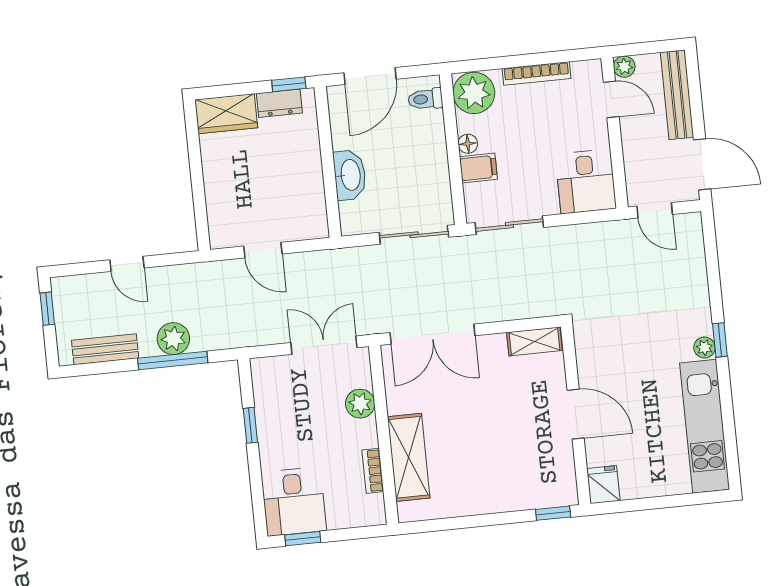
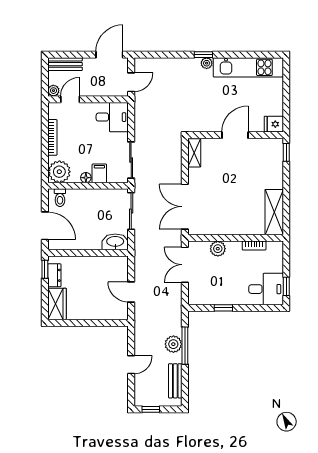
bench: (677, 95) -> (65, 64), width x0.73
washbasin: (350, 175) -> (115, 242), moved
door: (263, 250) -> (131, 292), swing flipped
double door: (432, 334) -> (185, 207), swing flipped
shelving: (409, 457) -> (274, 212), moved, turned 90

